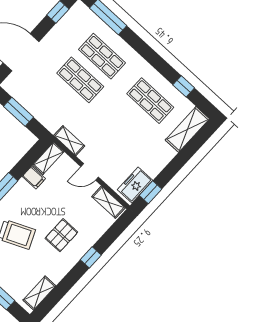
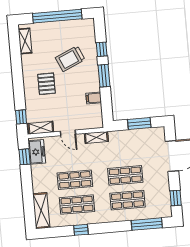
window: (184, 86) -> (81, 230), moved
shop shelf: (128, 124) -> (75, 180), added
shelving: (48, 158) -> (97, 116), removed
door: (90, 172) -> (68, 133), swing flipped
window: (91, 257) -> (21, 117), moved

